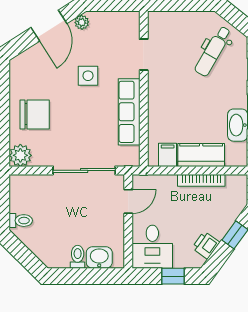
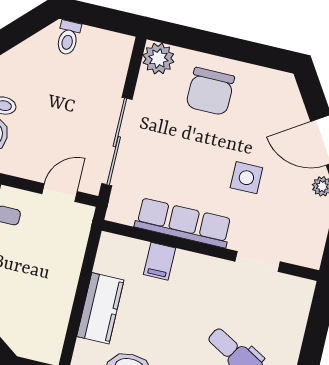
filing cabinet: (168, 155) -> (160, 261), moved, turned 90
bookcase: (201, 180) -> (65, 300), removed
door: (128, 201) -> (60, 193), swing flipped

